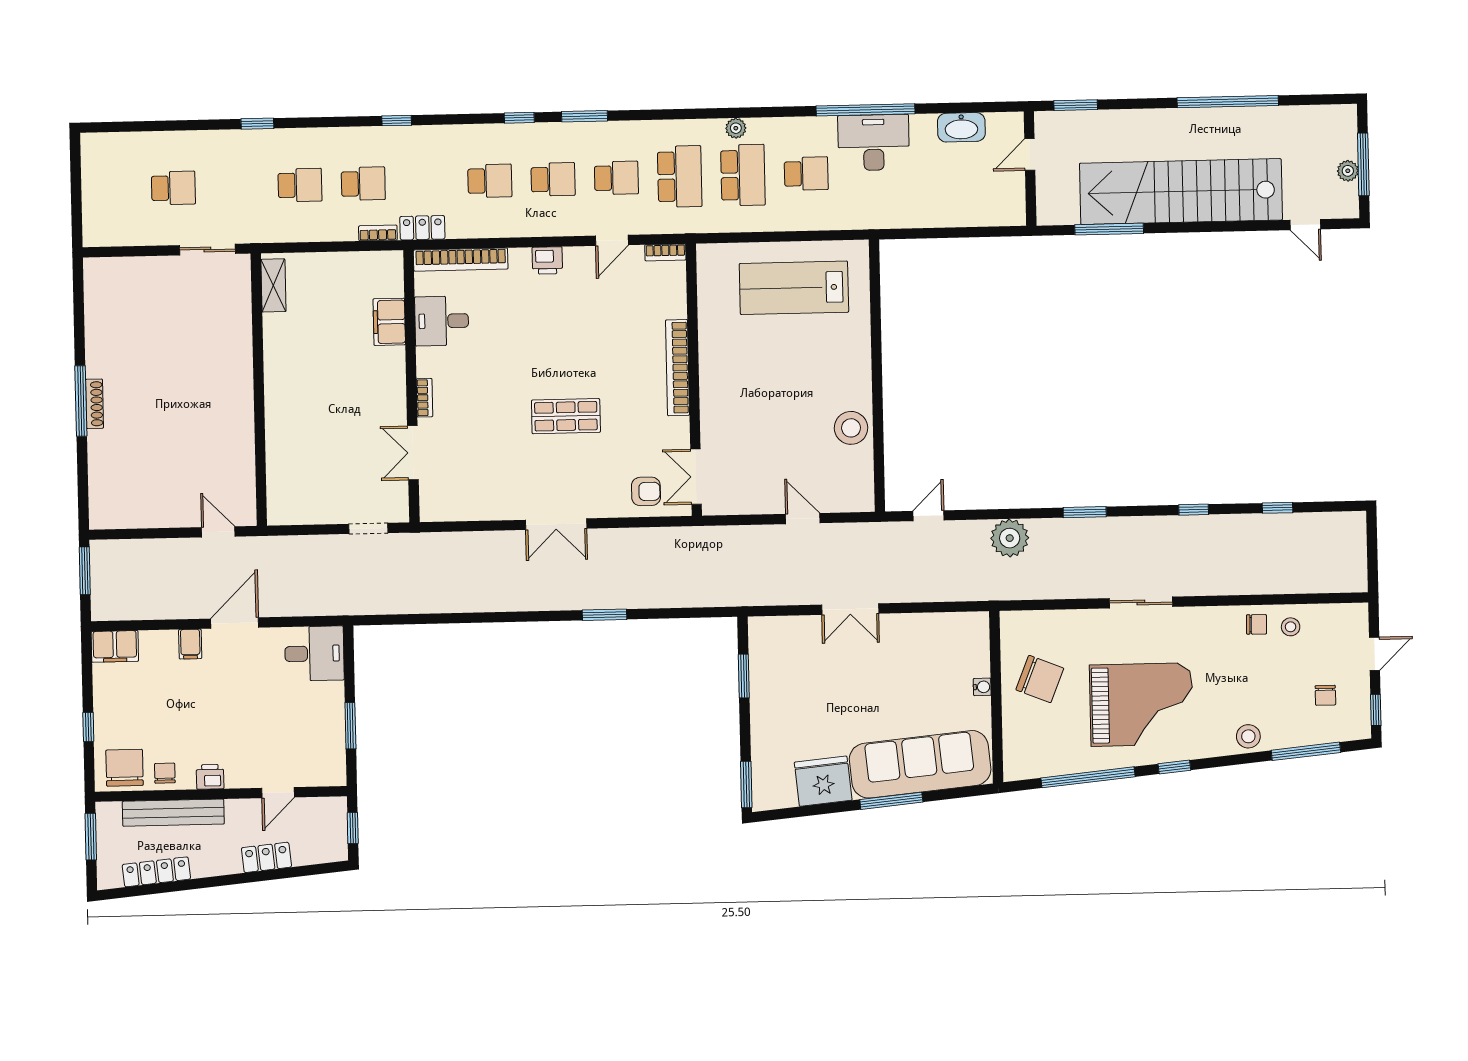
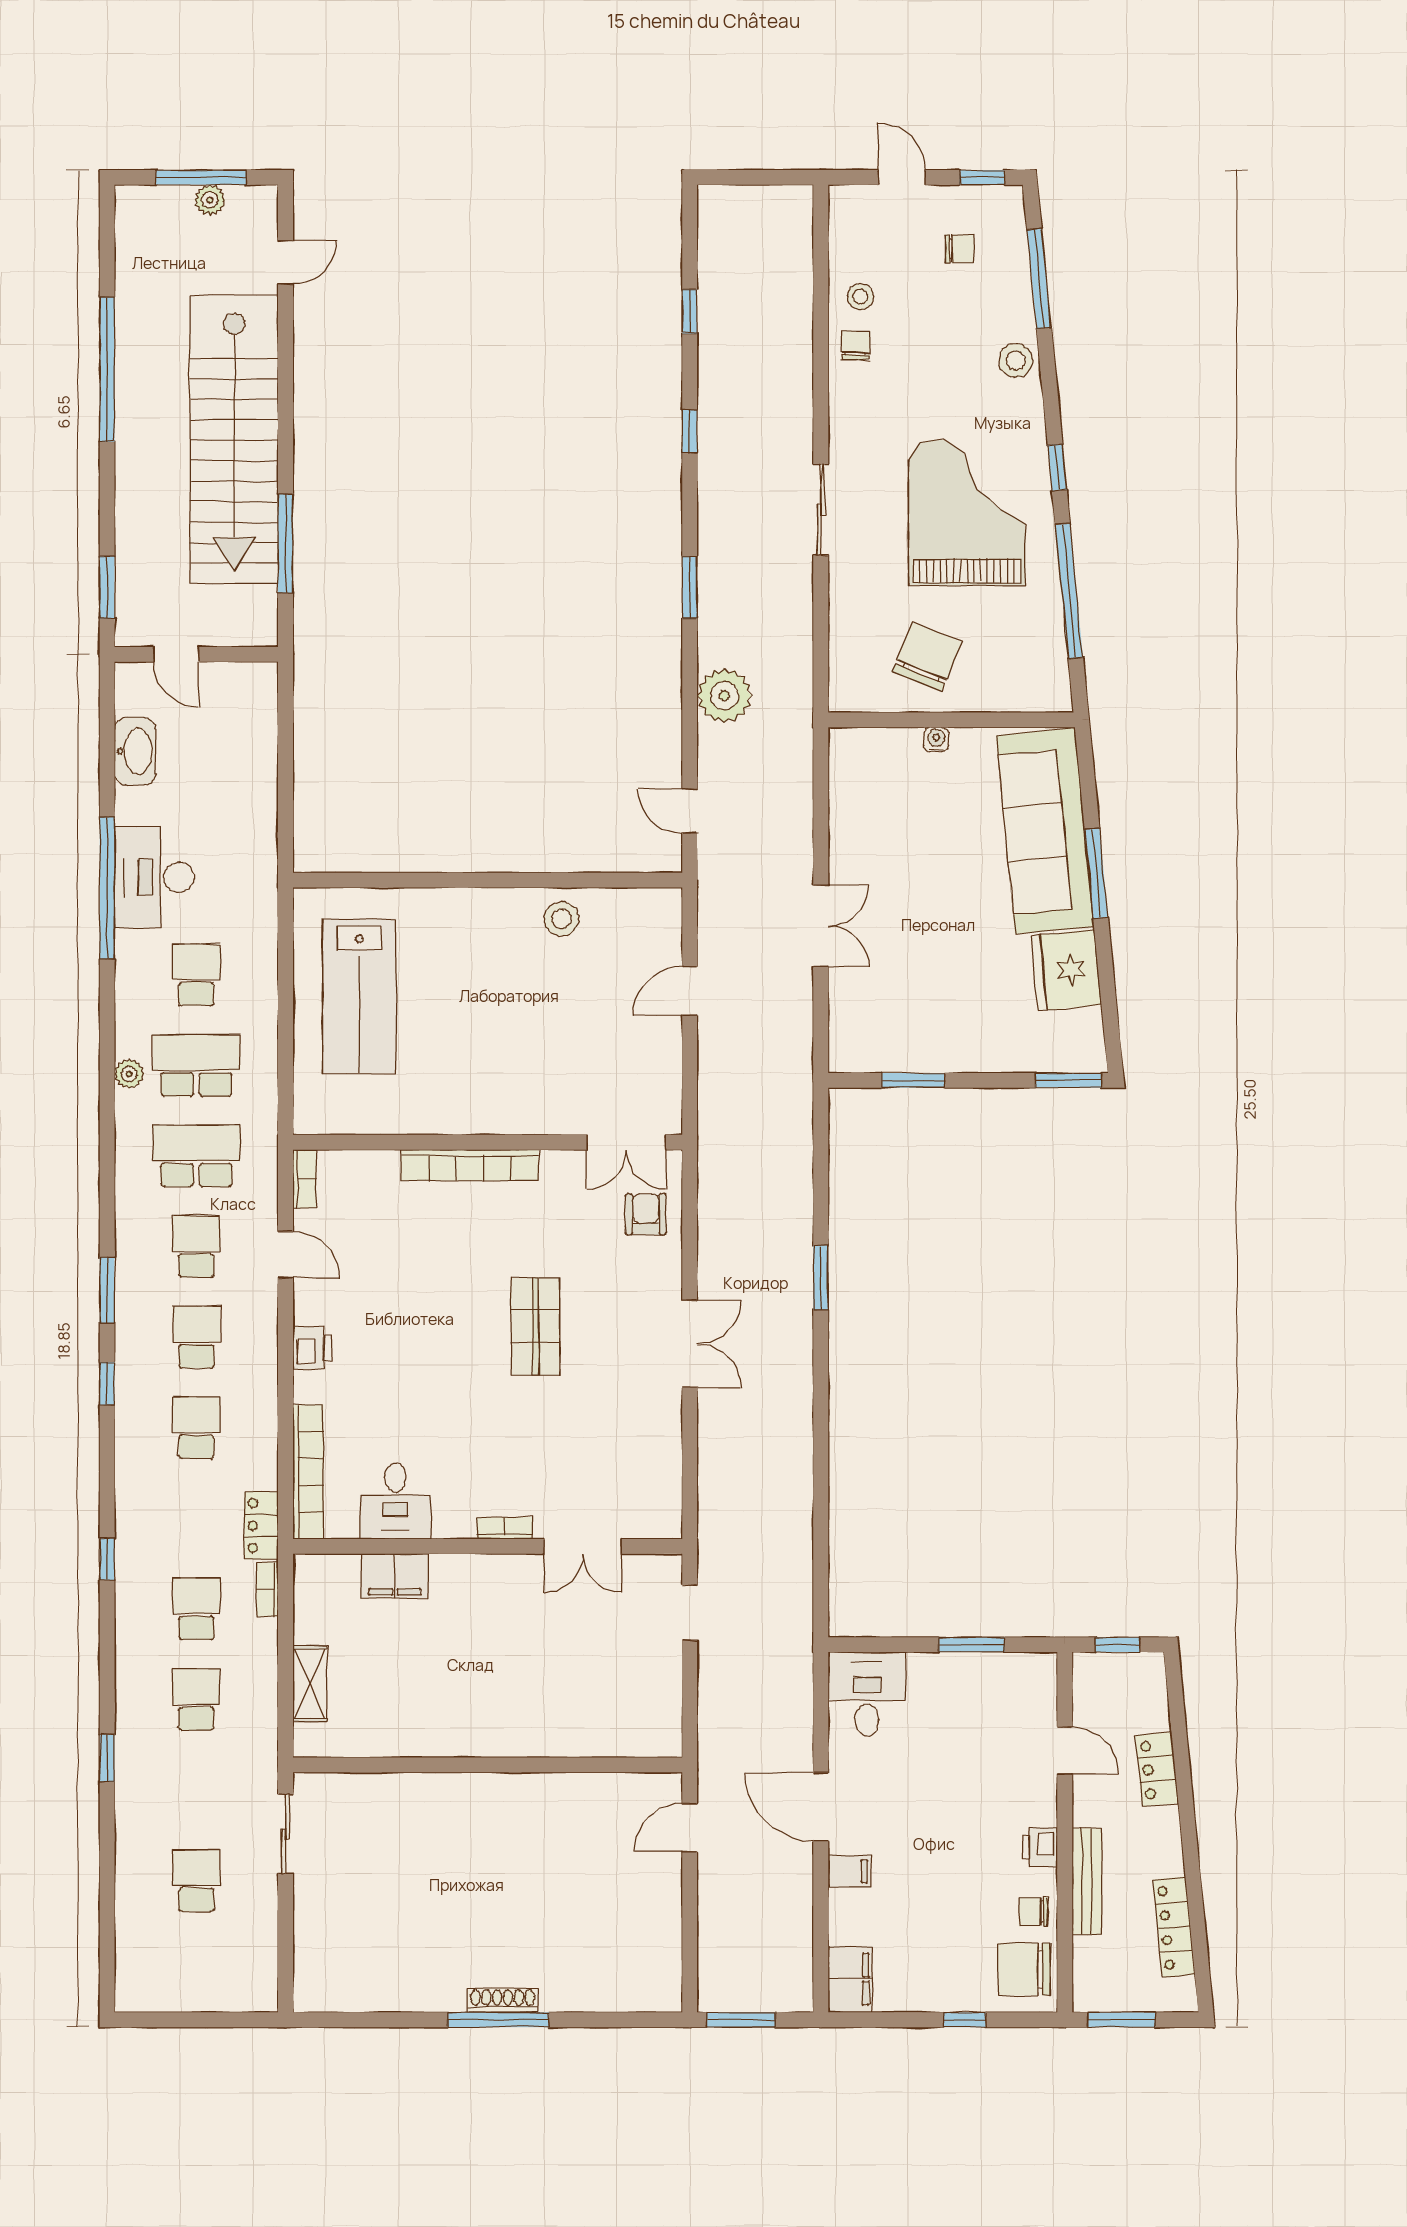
shelving: (273, 285) -> (310, 1684), moved, turned 90
stool: (851, 428) -> (562, 919), width x0.73, depth x0.73
bench: (173, 813) -> (1087, 1881), width x0.73, depth x0.82

